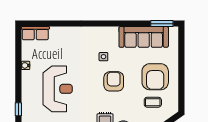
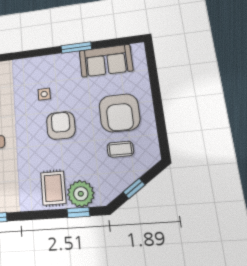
window: (162, 24) -> (76, 48), moved
sofa: (144, 37) -> (106, 61), width x0.73

